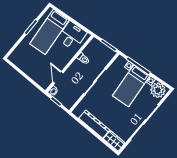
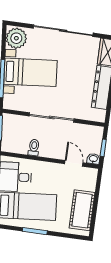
cot: (26, 64) -> (82, 210), added
door: (58, 77) -> (74, 163), swing flipped

